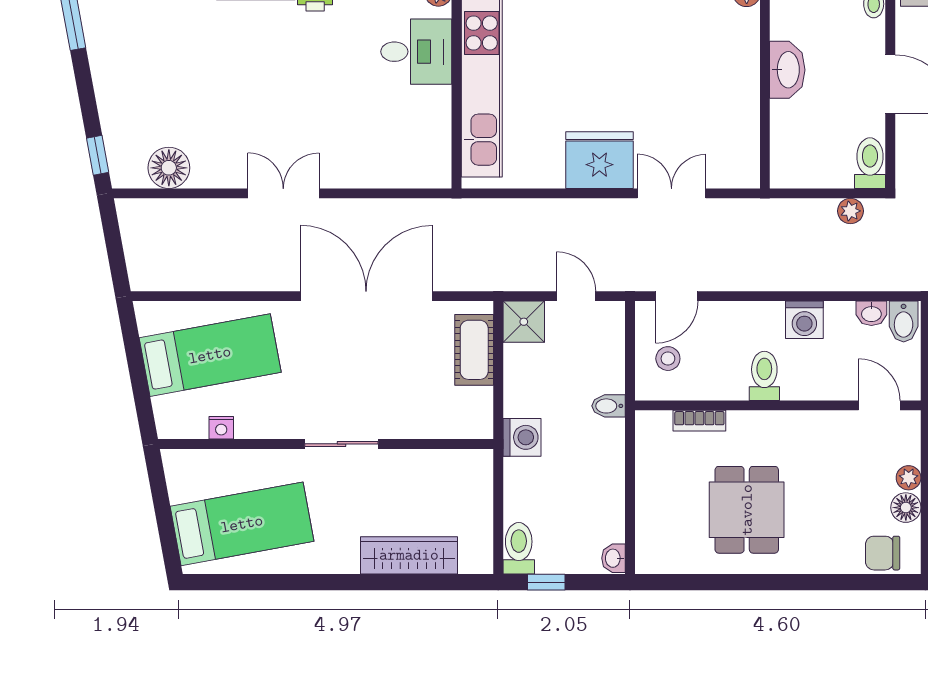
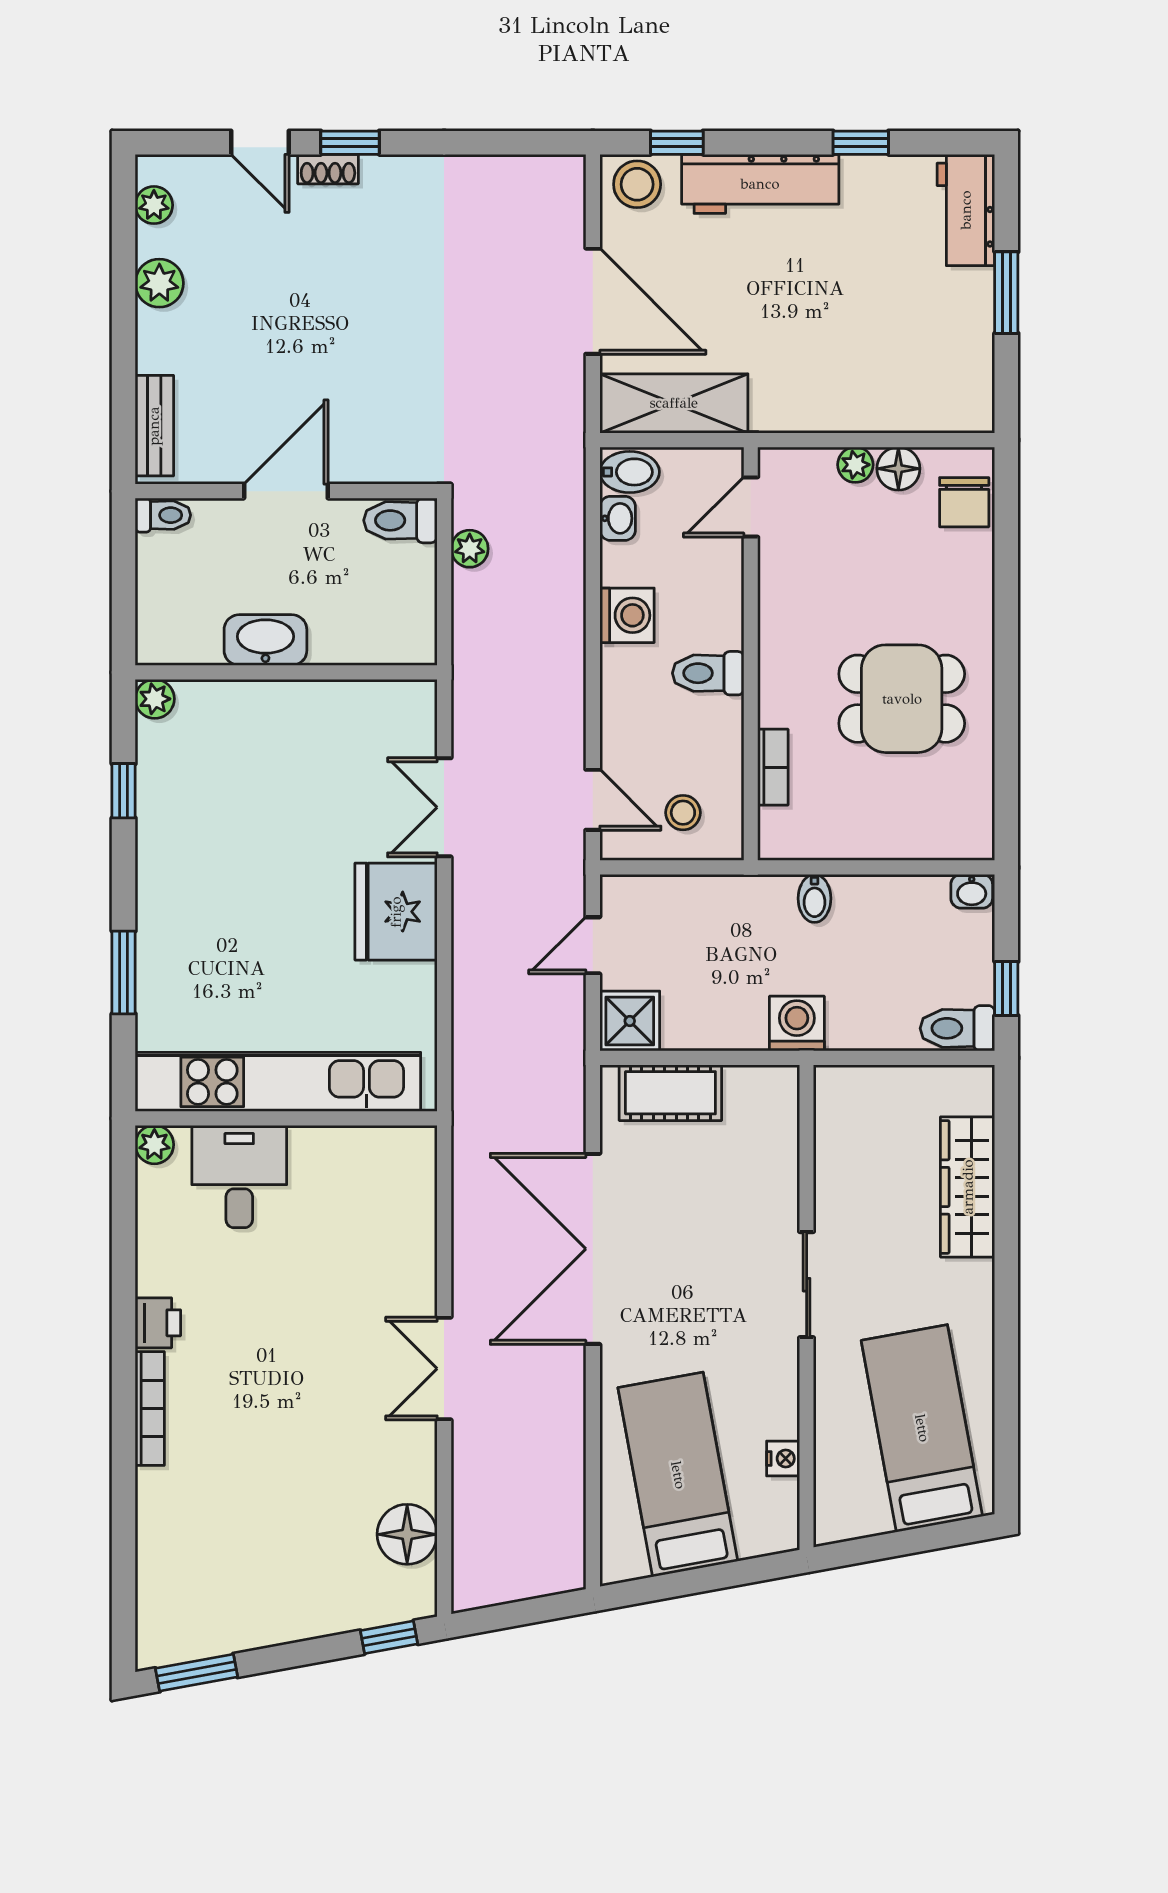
bidet: (609, 406) -> (815, 898), moved

